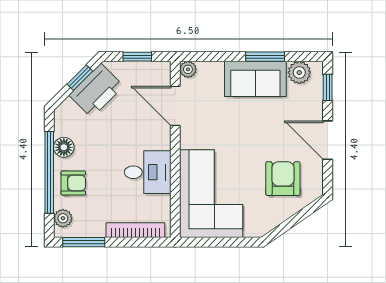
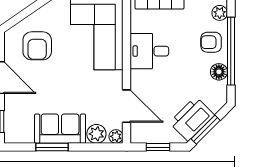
plant: (299, 72) -> (96, 134), moved
window: (80, 78) -> (206, 130), width x1.50

